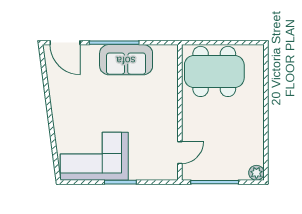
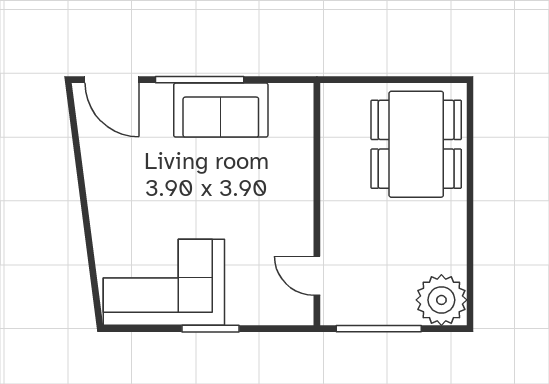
dining table: (214, 71) -> (416, 144), moved, turned 90
door: (180, 153) -> (317, 276), swing flipped
plant: (256, 173) -> (441, 300), width x1.87, depth x1.87

